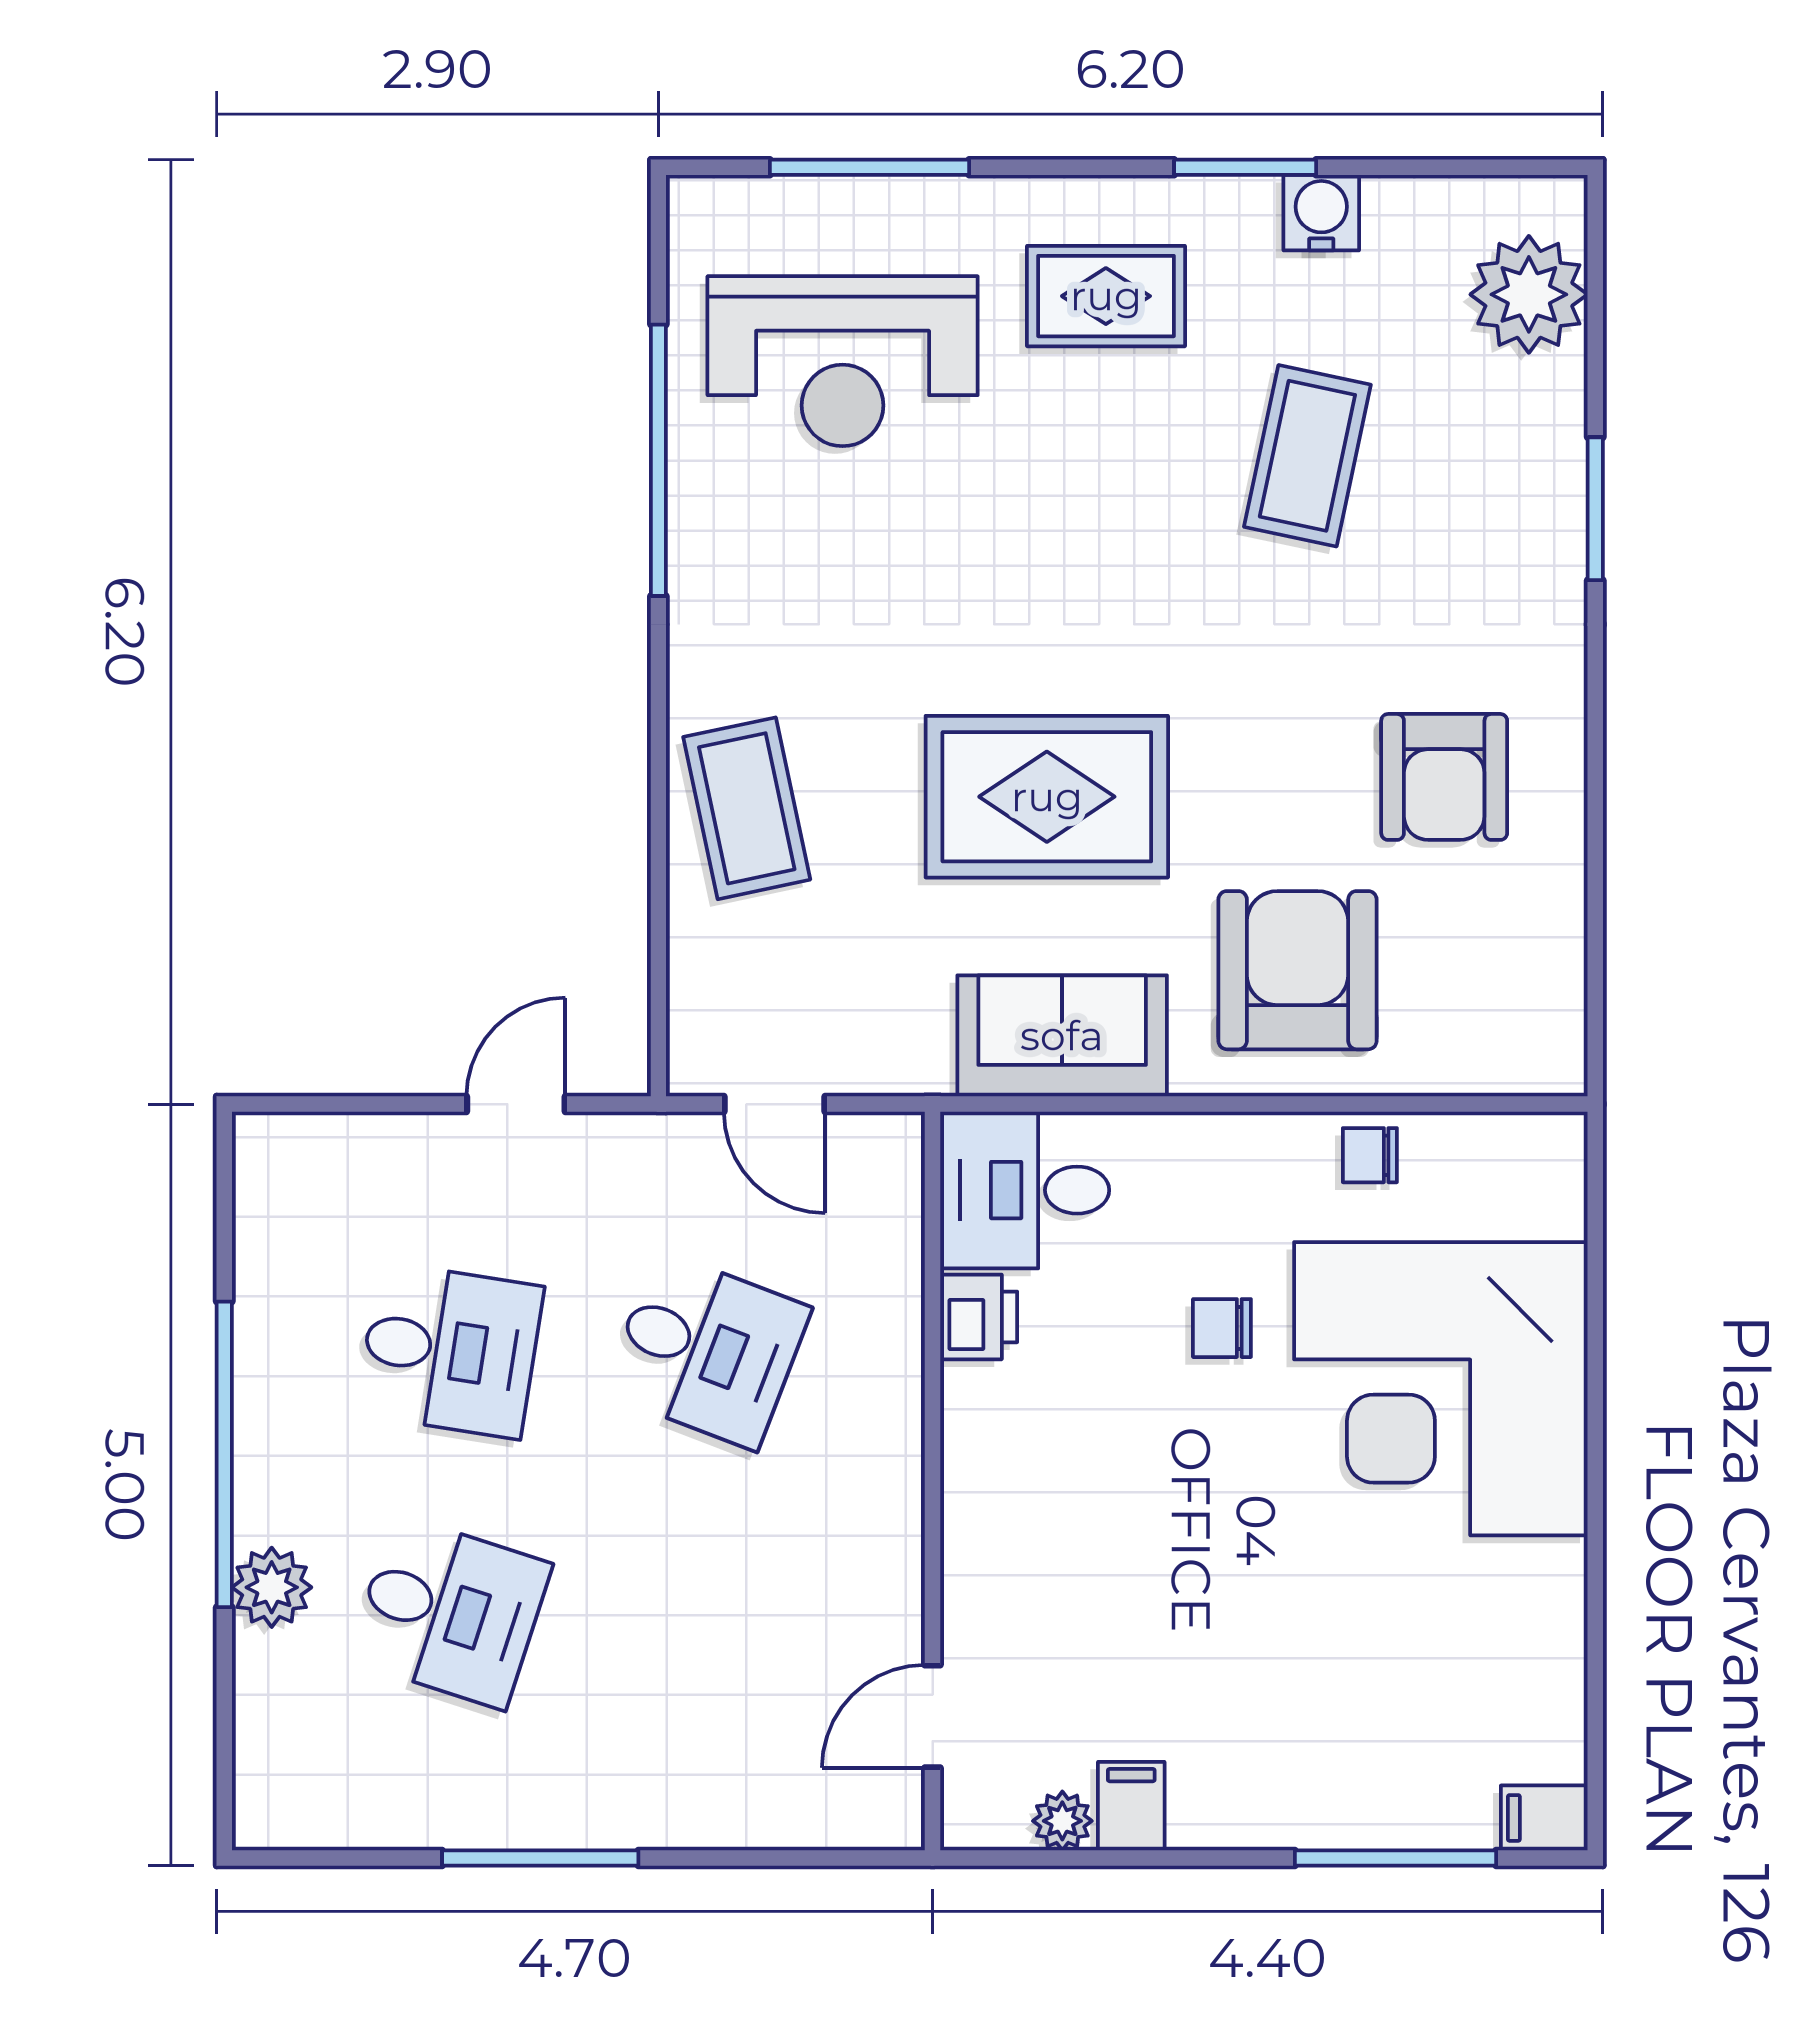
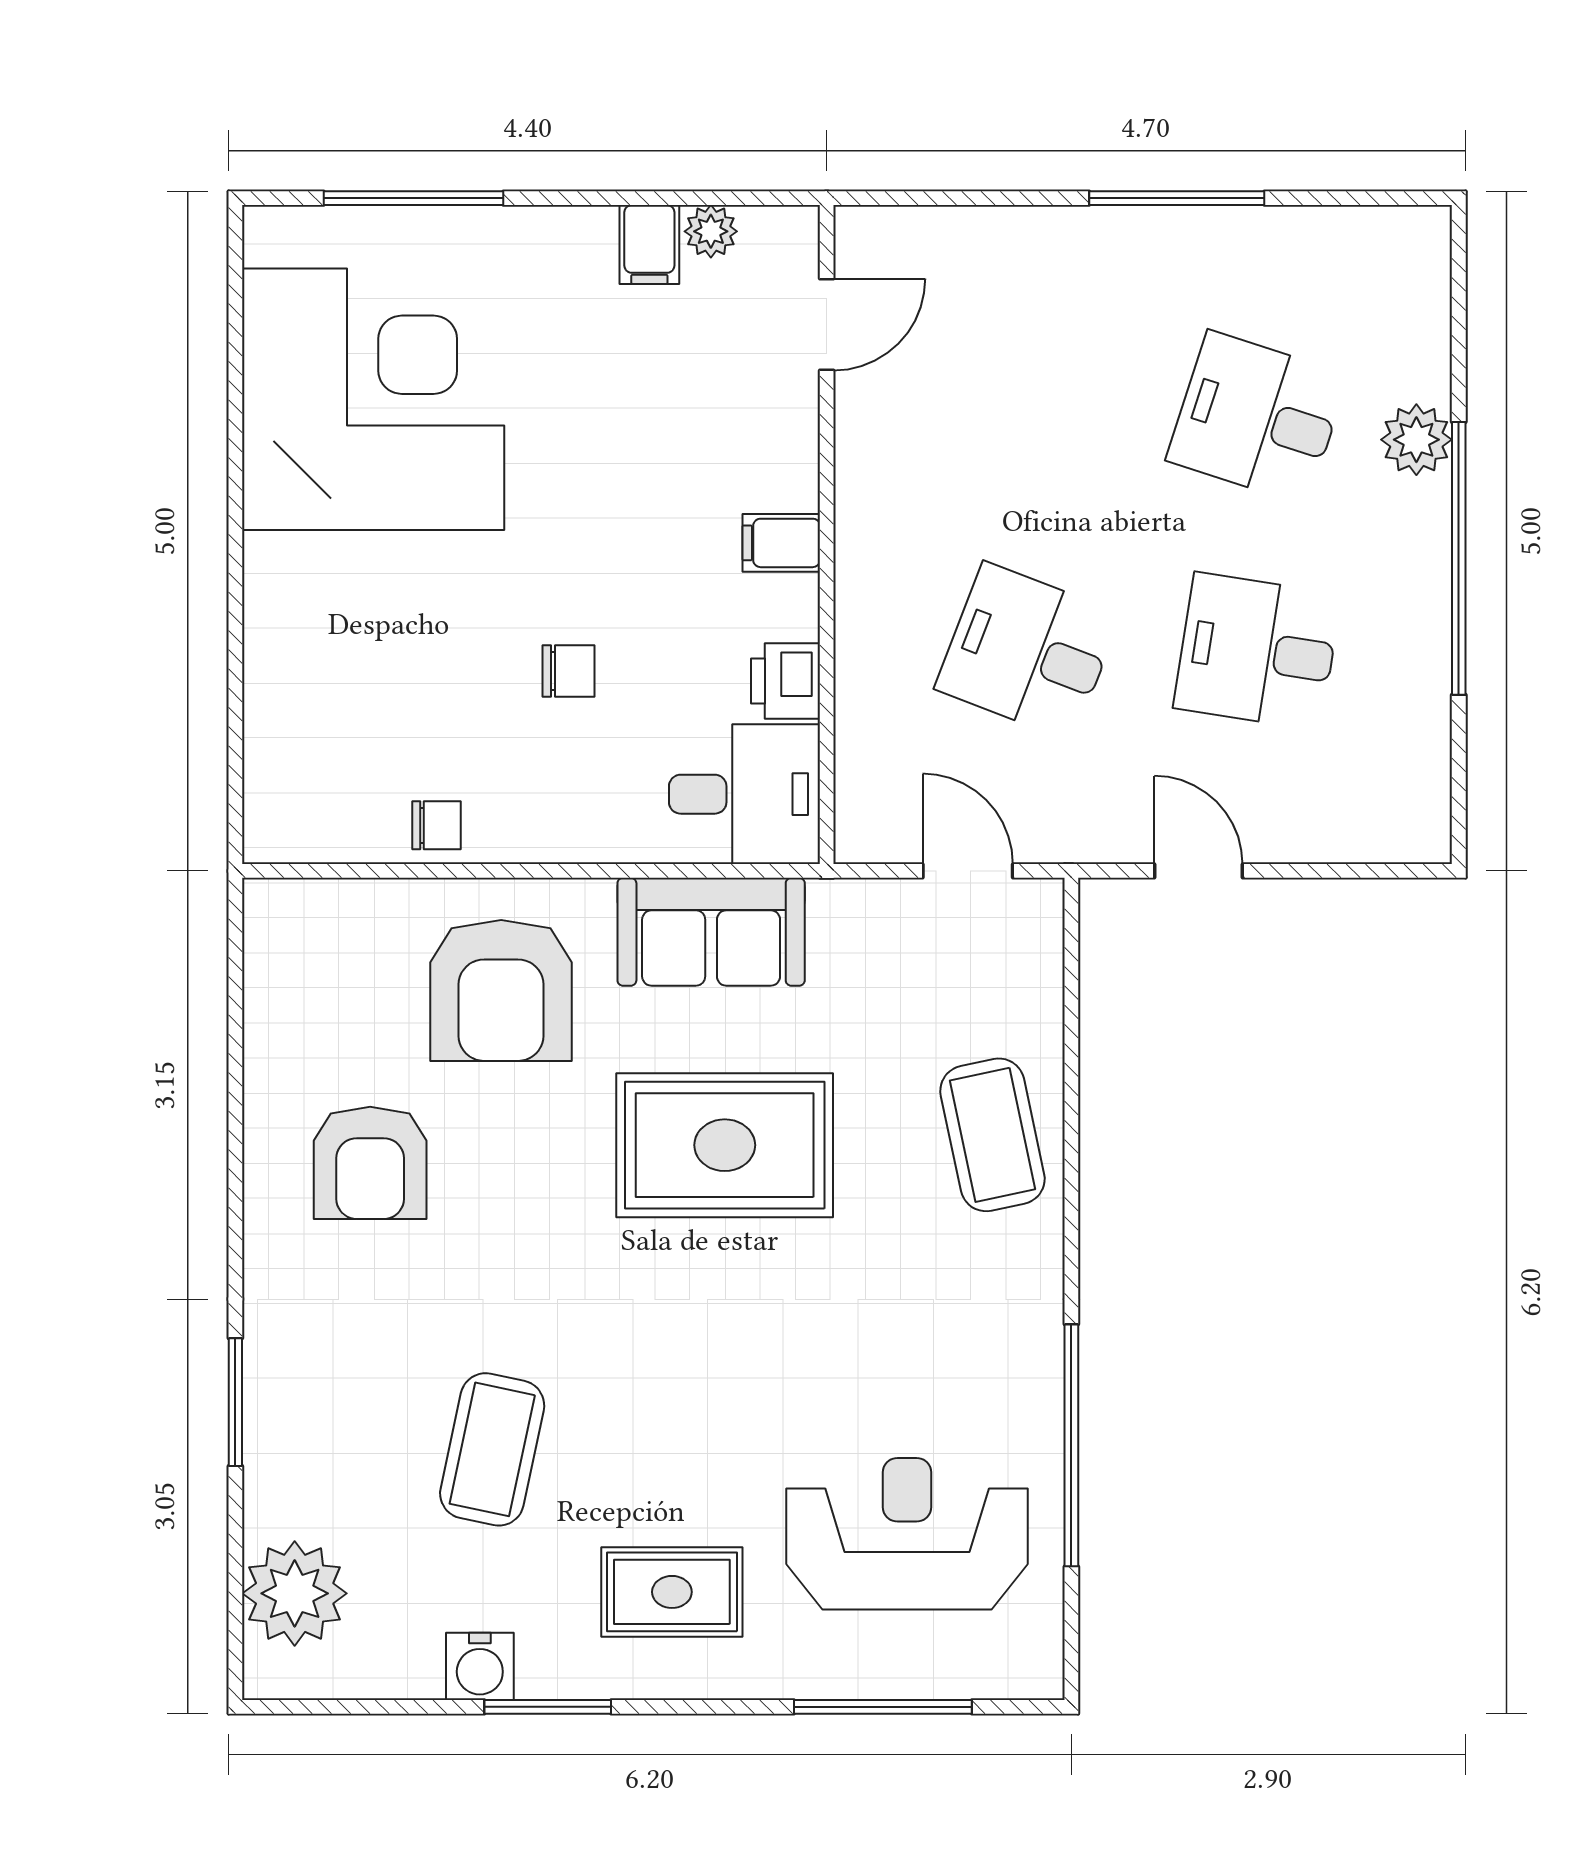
armchair: (1444, 777) -> (370, 1163), turned 180
door: (516, 1104) -> (1198, 871), swing flipped
corner desk: (1441, 1389) -> (373, 399), moved
filing cabinet: (1544, 1818) -> (781, 543), moved, turned 180

